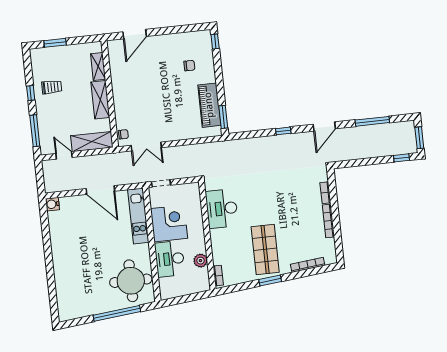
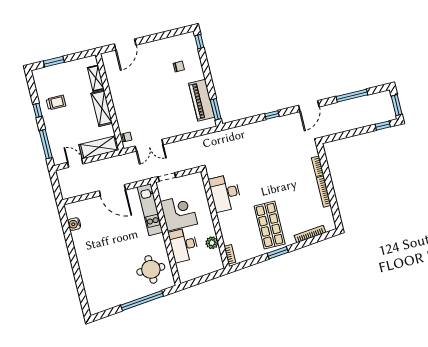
water cooler: (52, 204) -> (74, 224), moved
round table: (131, 281) -> (151, 269), width x0.73, depth x0.73

